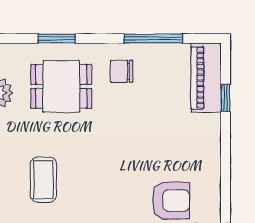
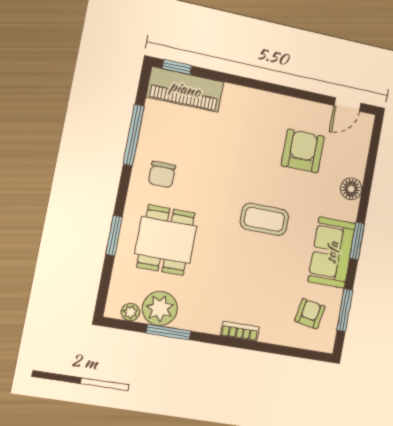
window: (226, 98) -> (177, 67), moved
coffee table: (43, 180) -> (264, 219), moved

